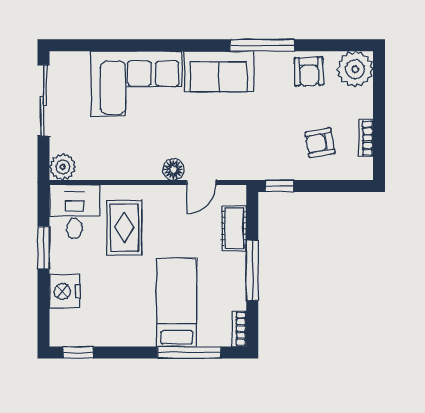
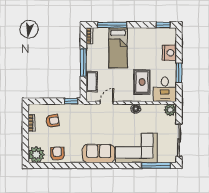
window: (262, 45) -> (156, 166), moved
floor lamp: (173, 170) -> (136, 109), moved

